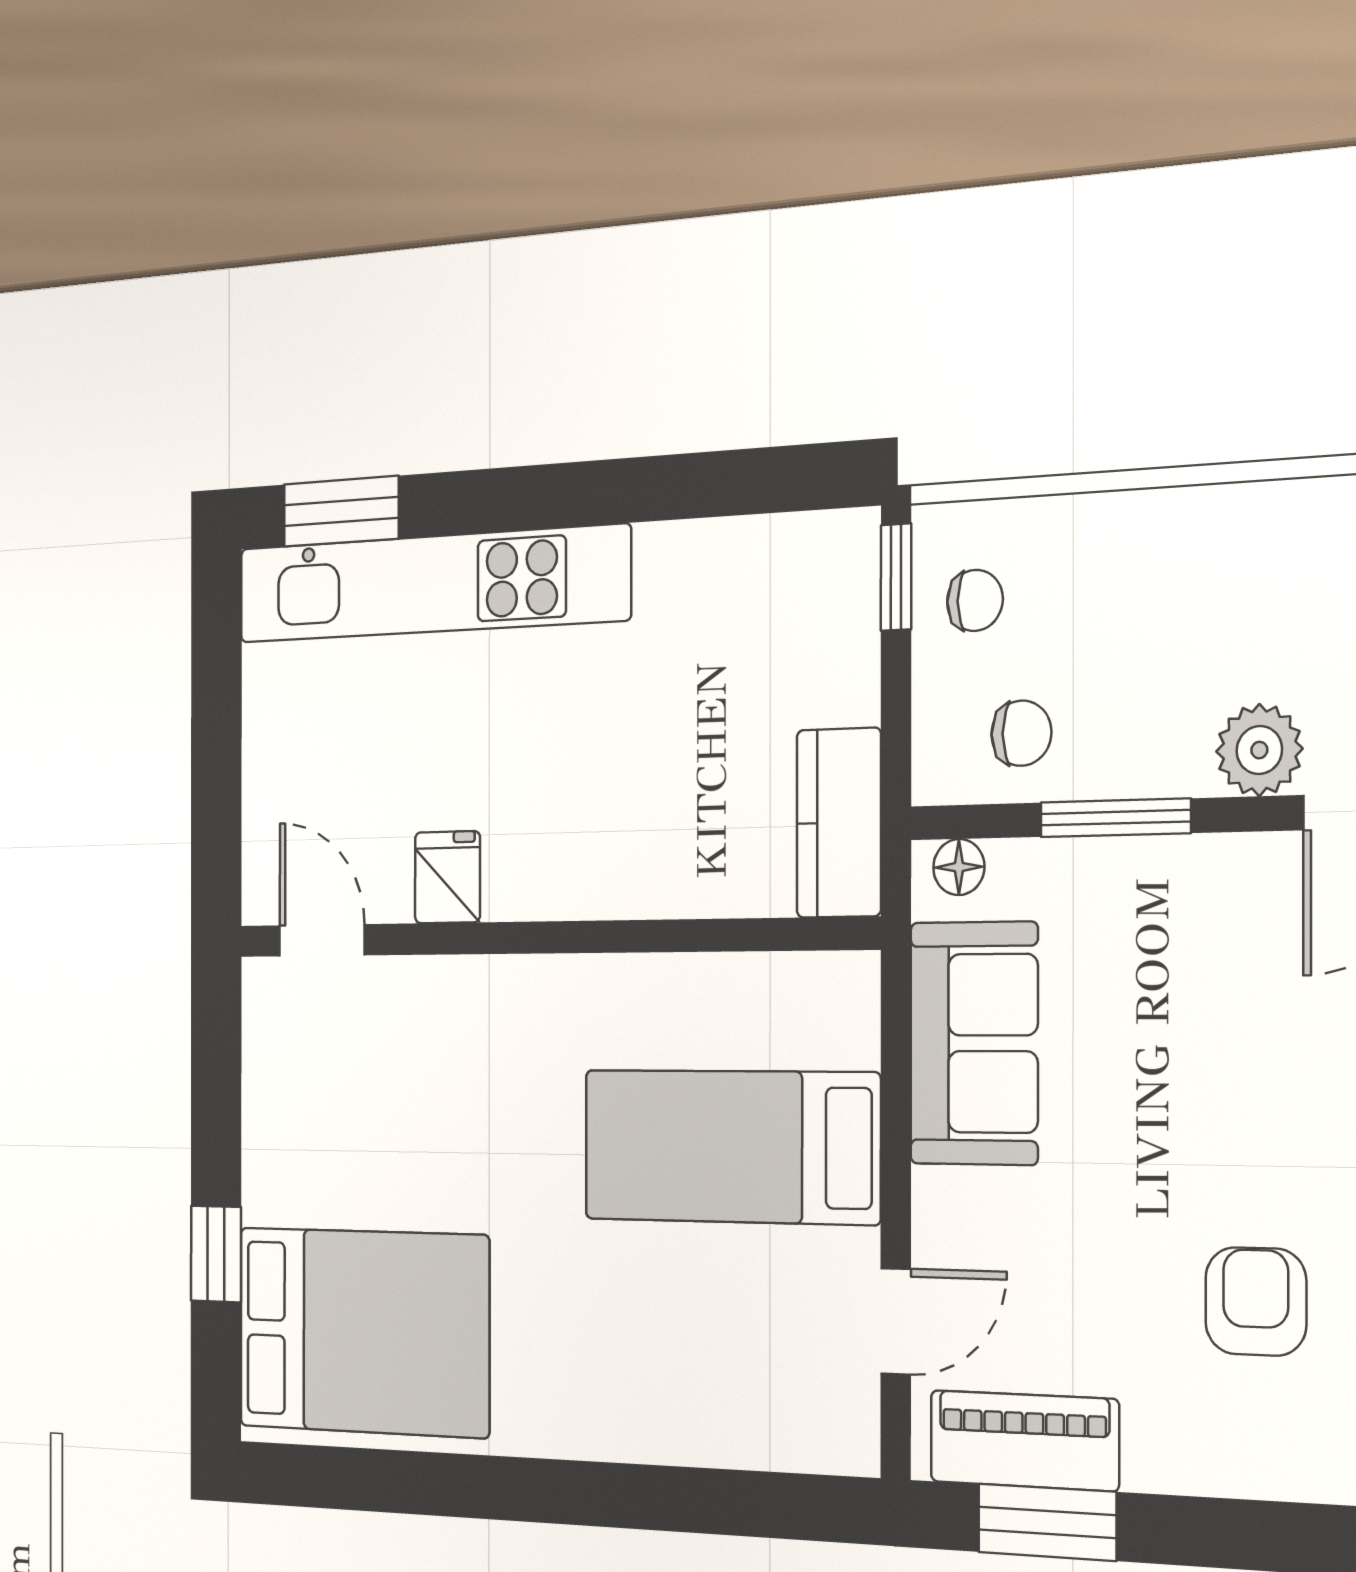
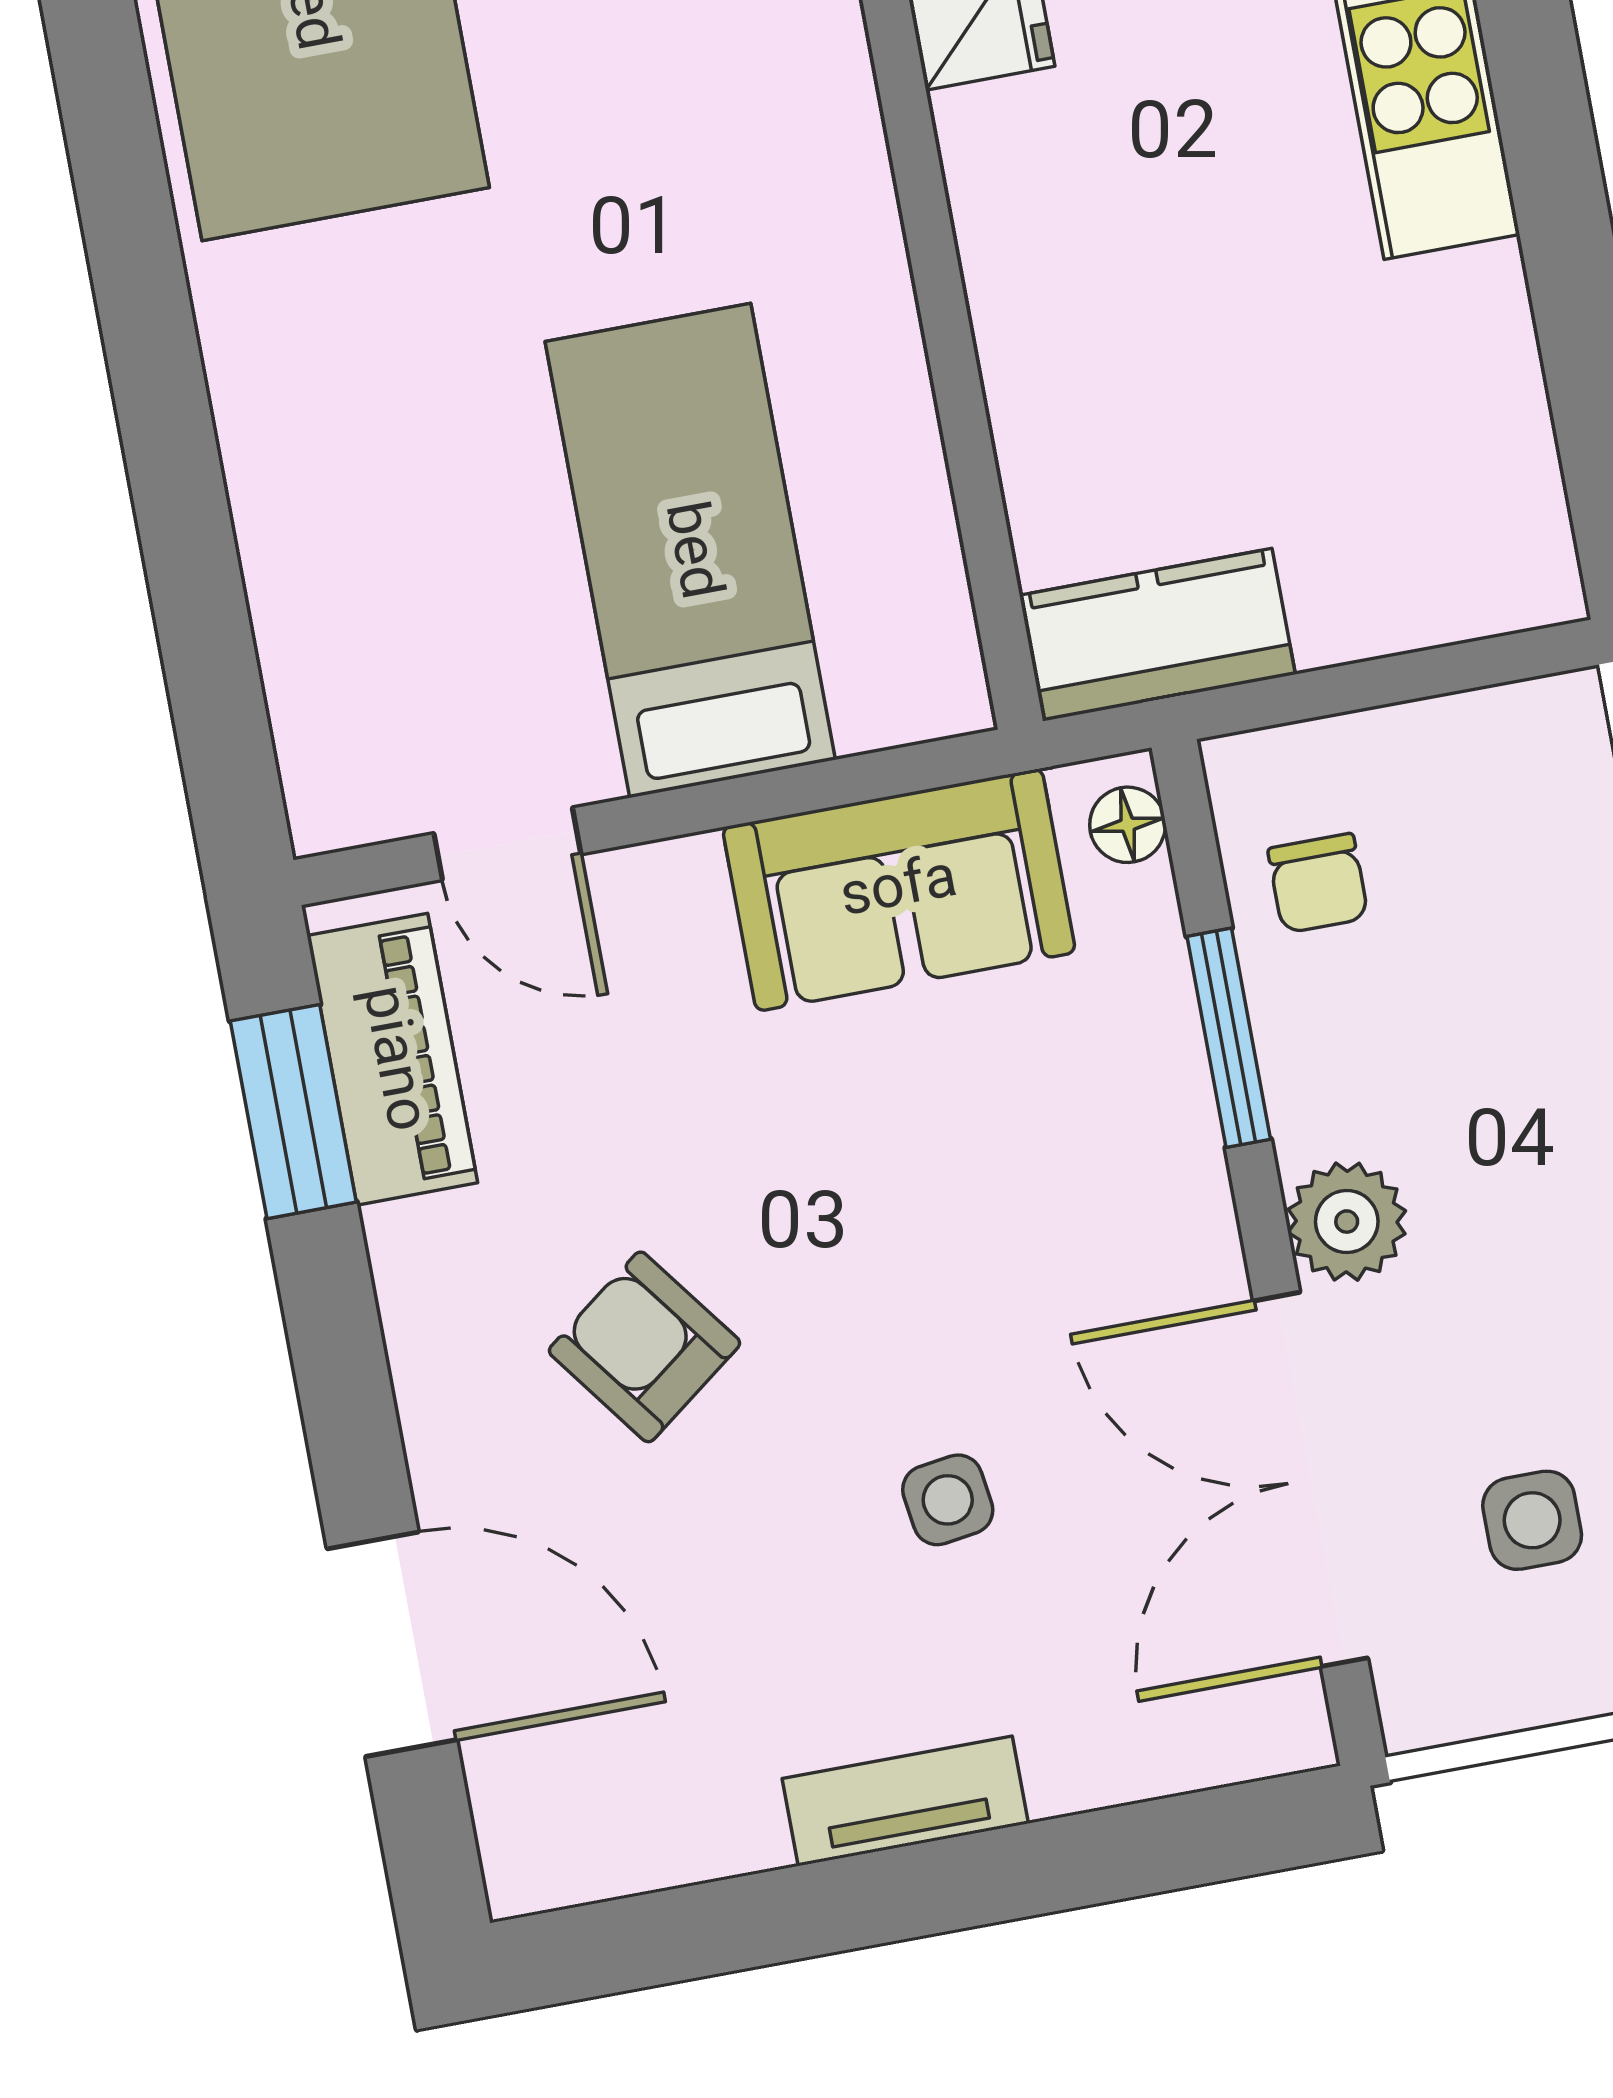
window: (896, 577) -> (1498, 660), removed
chair: (975, 600) -> (1483, 783), removed
armchair: (1256, 1301) -> (644, 1347), turned -127

